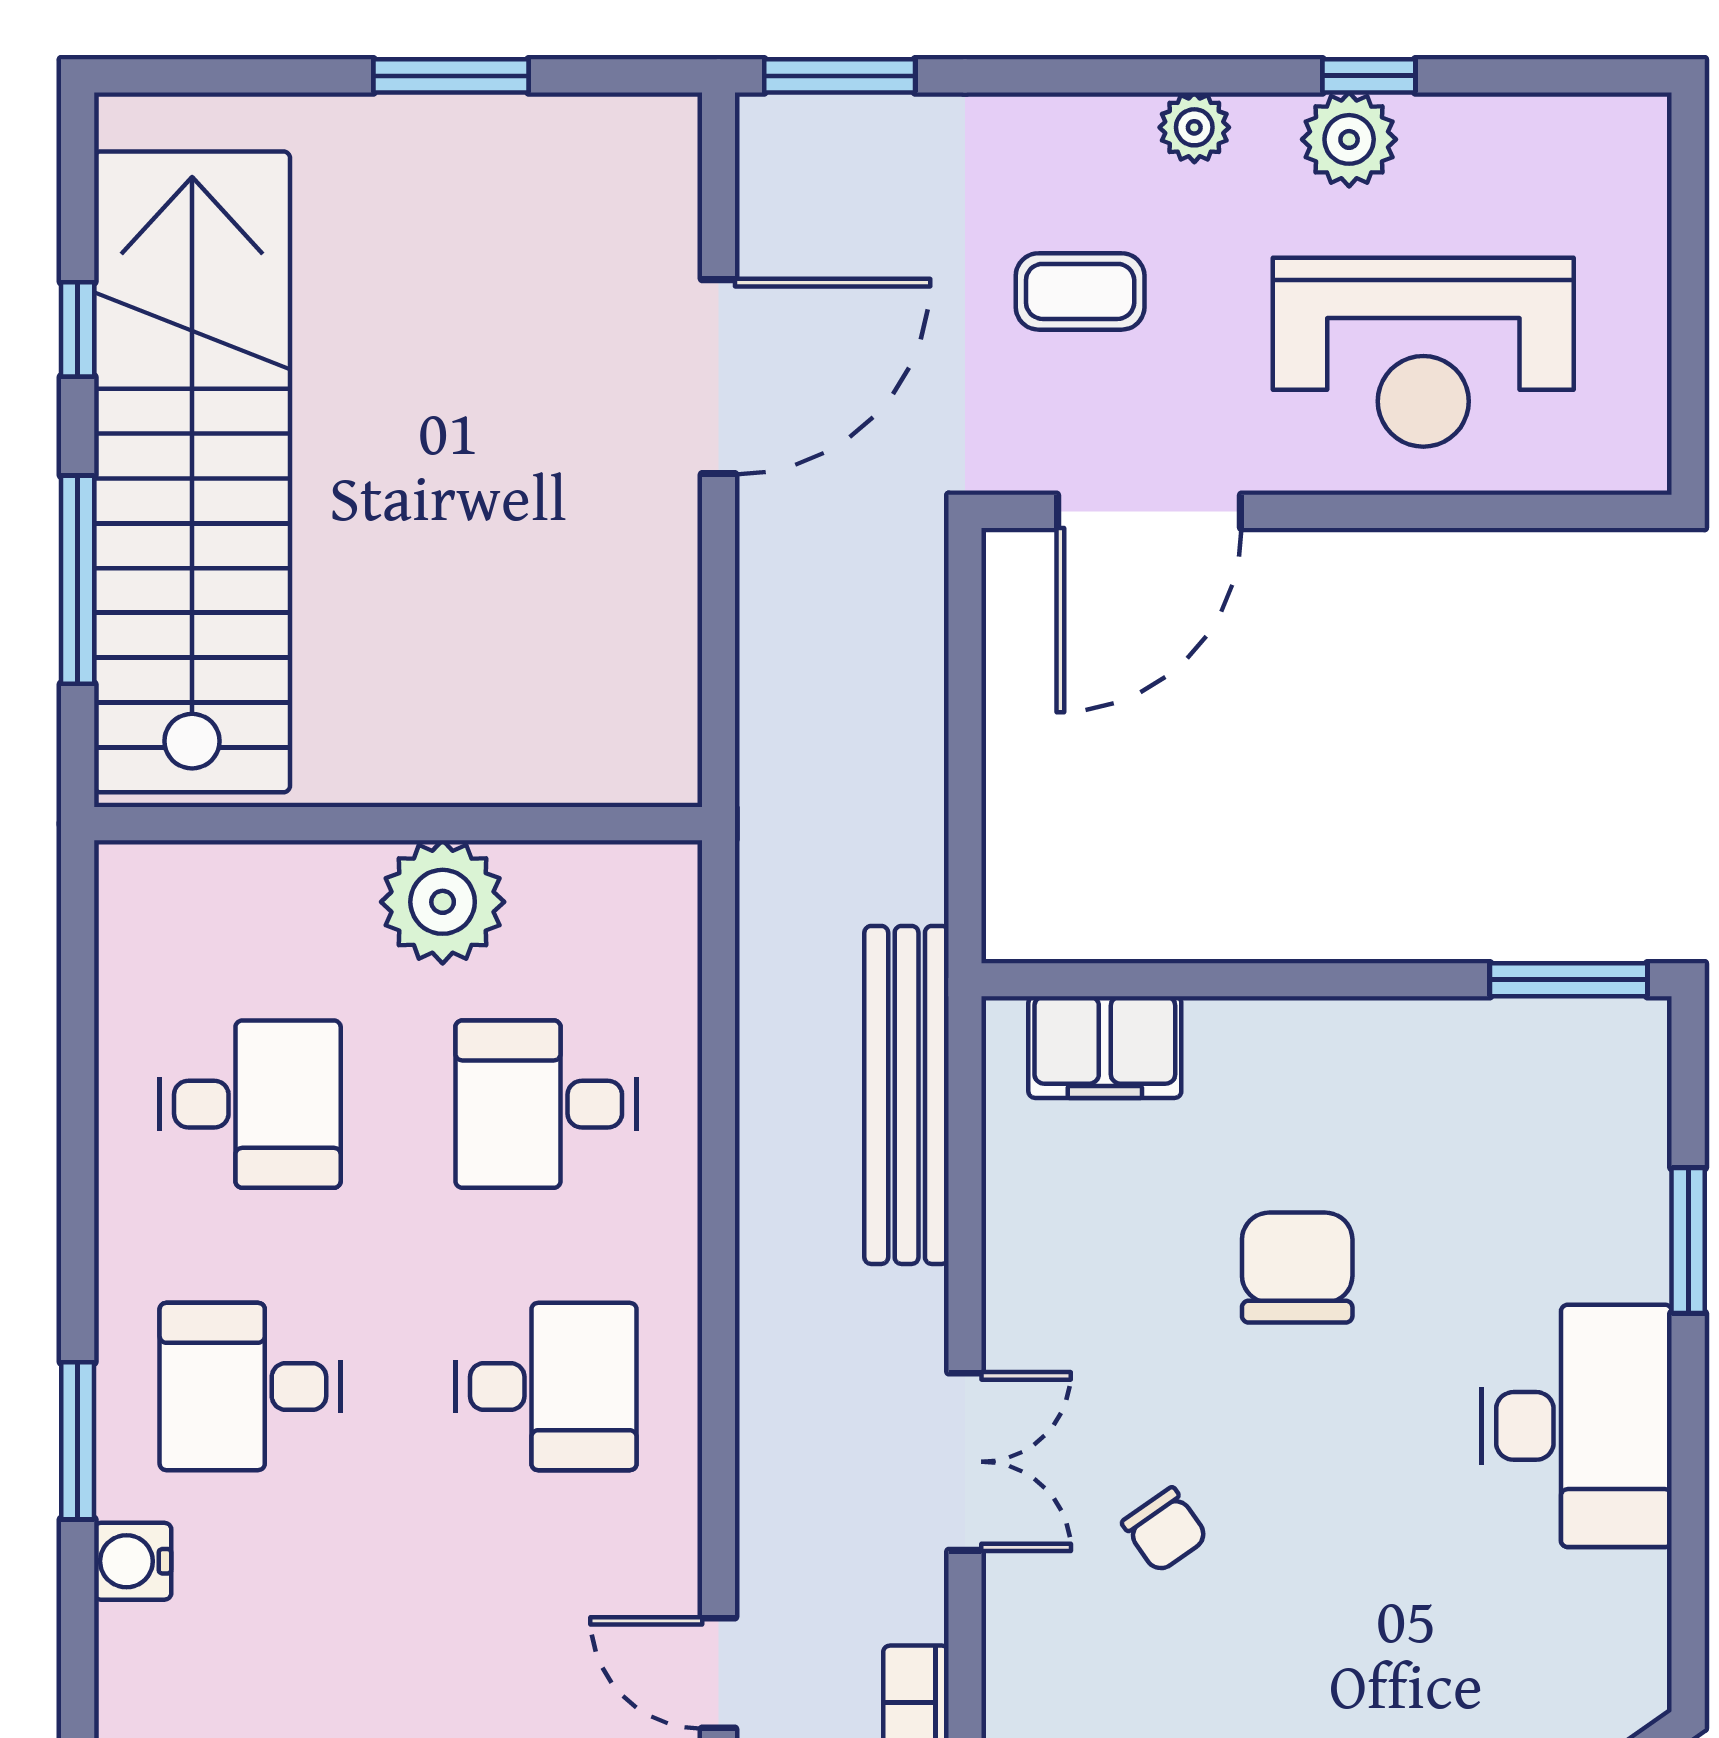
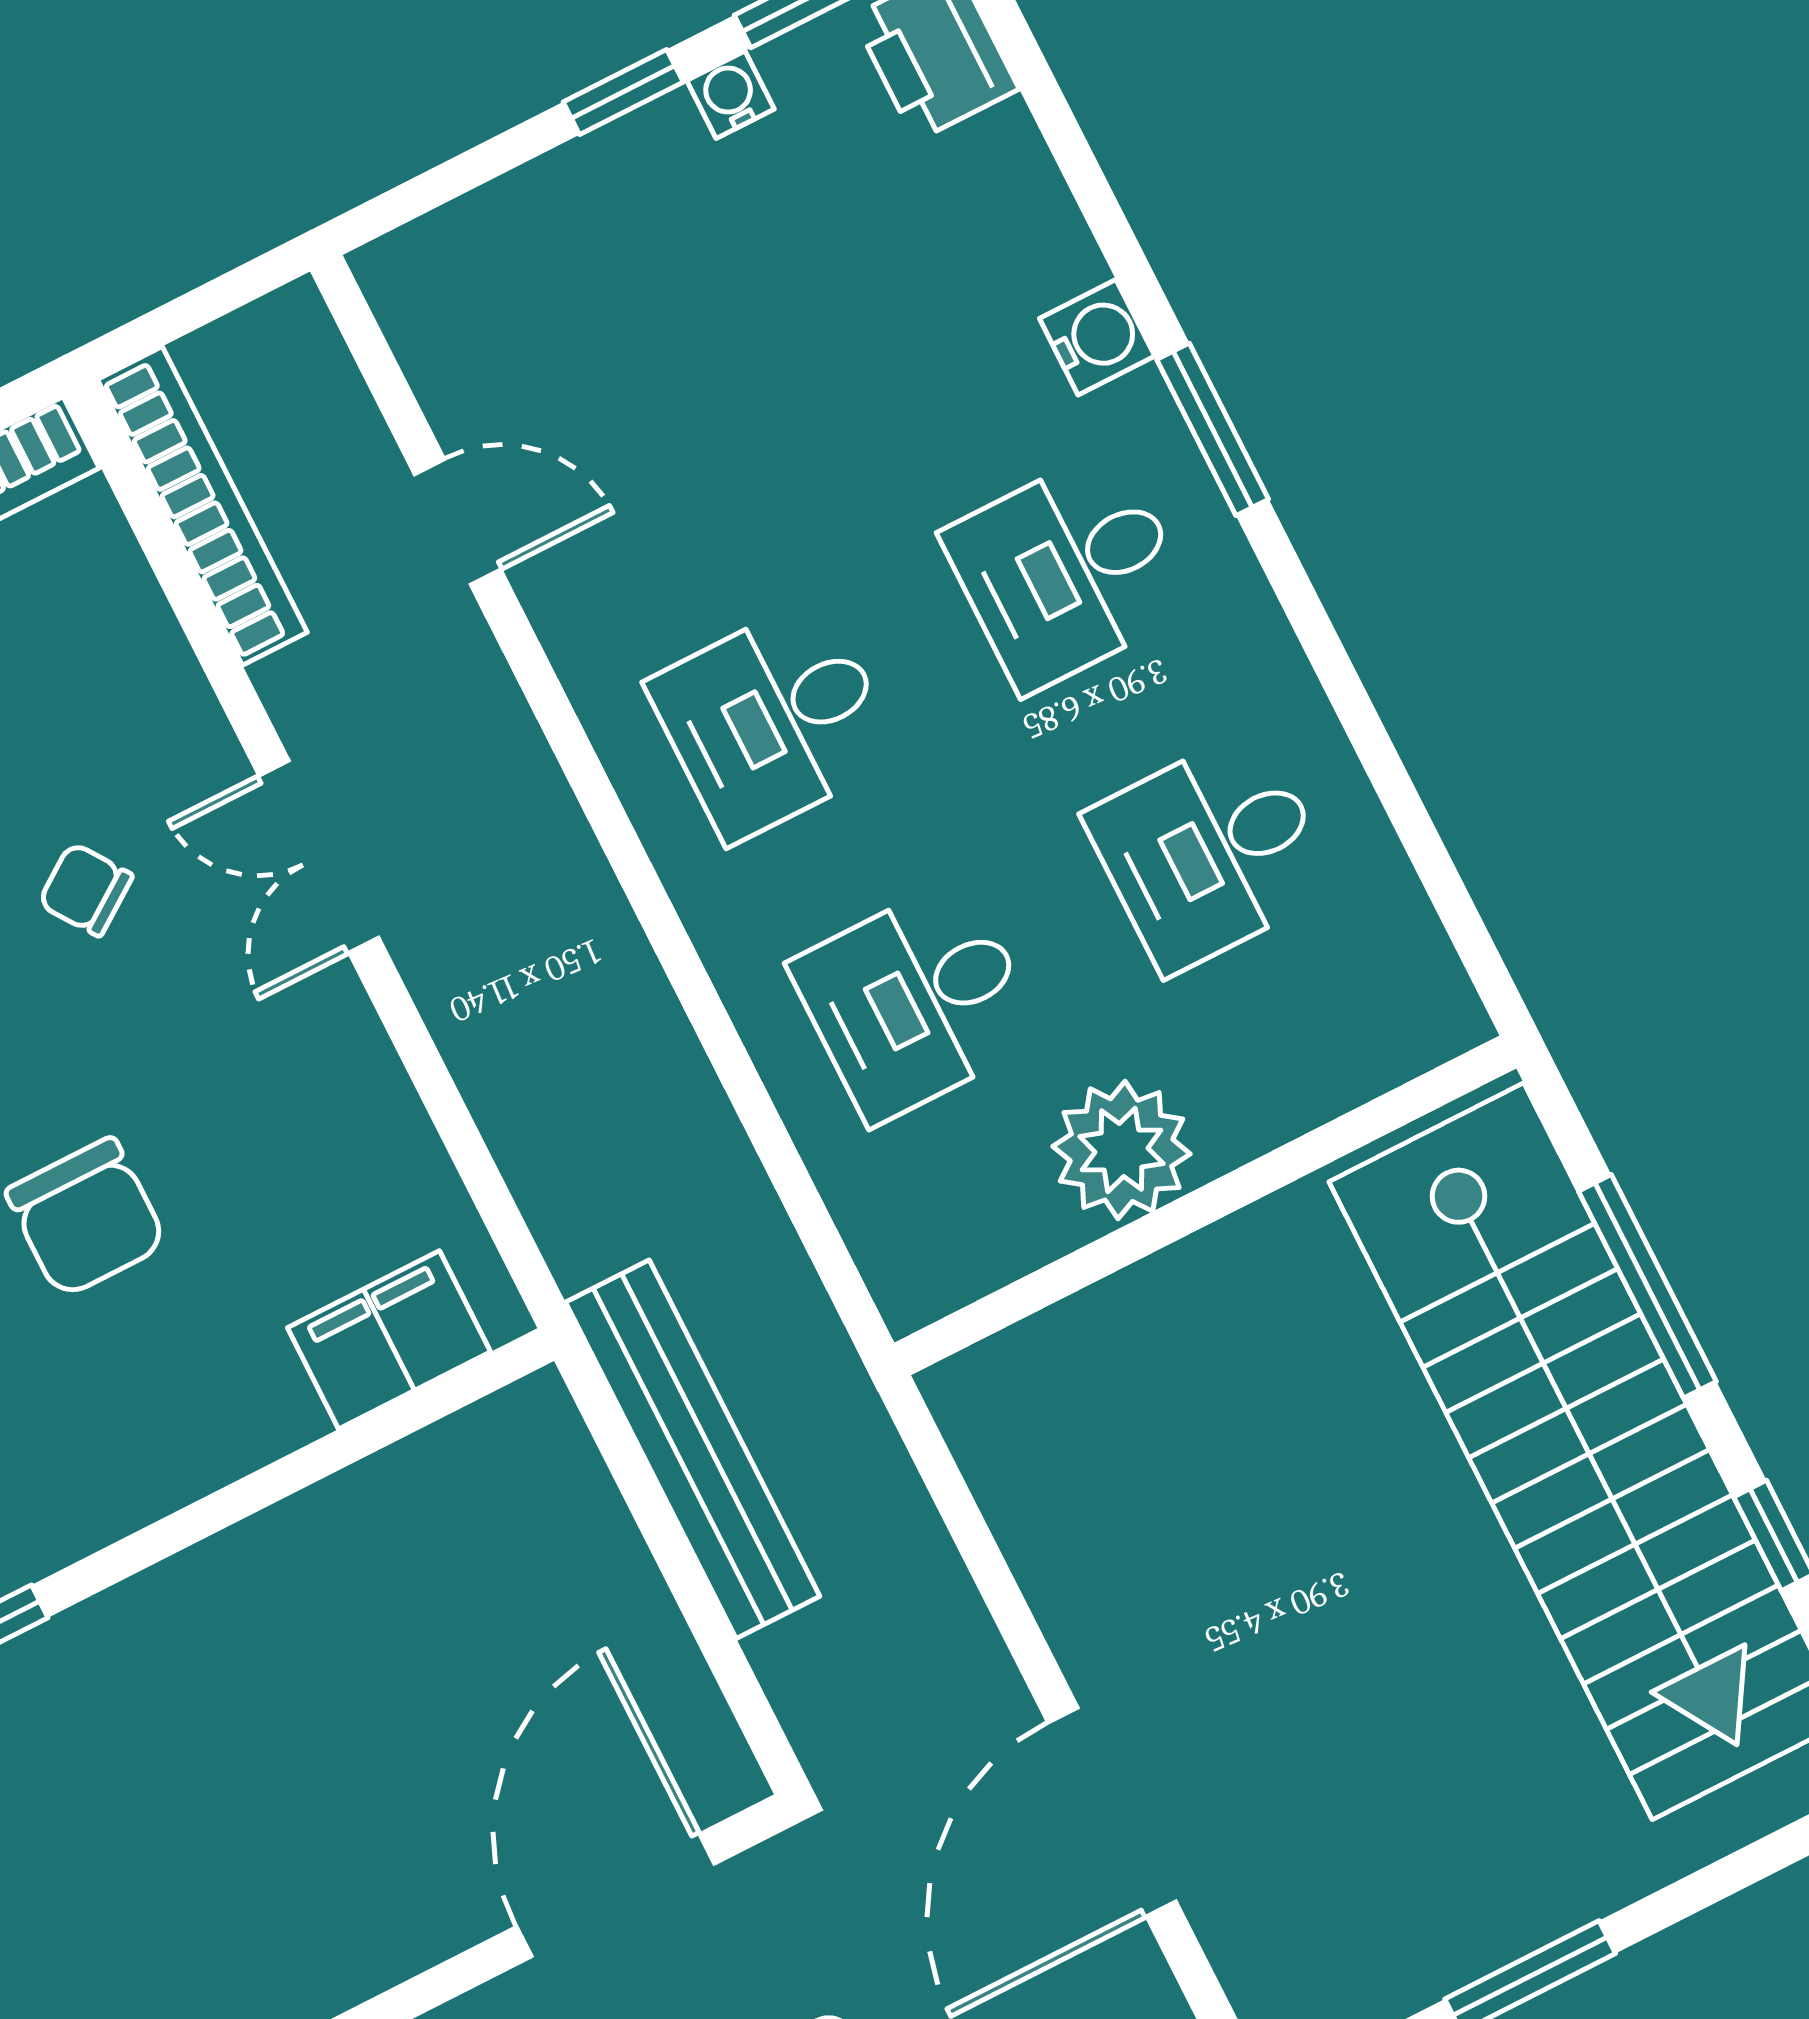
bench: (907, 1095) -> (693, 1449), moved
desk: (546, 1104) -> (916, 1001), turned 180
desk: (250, 1387) -> (1068, 570), turned 180

